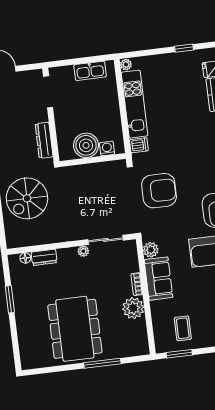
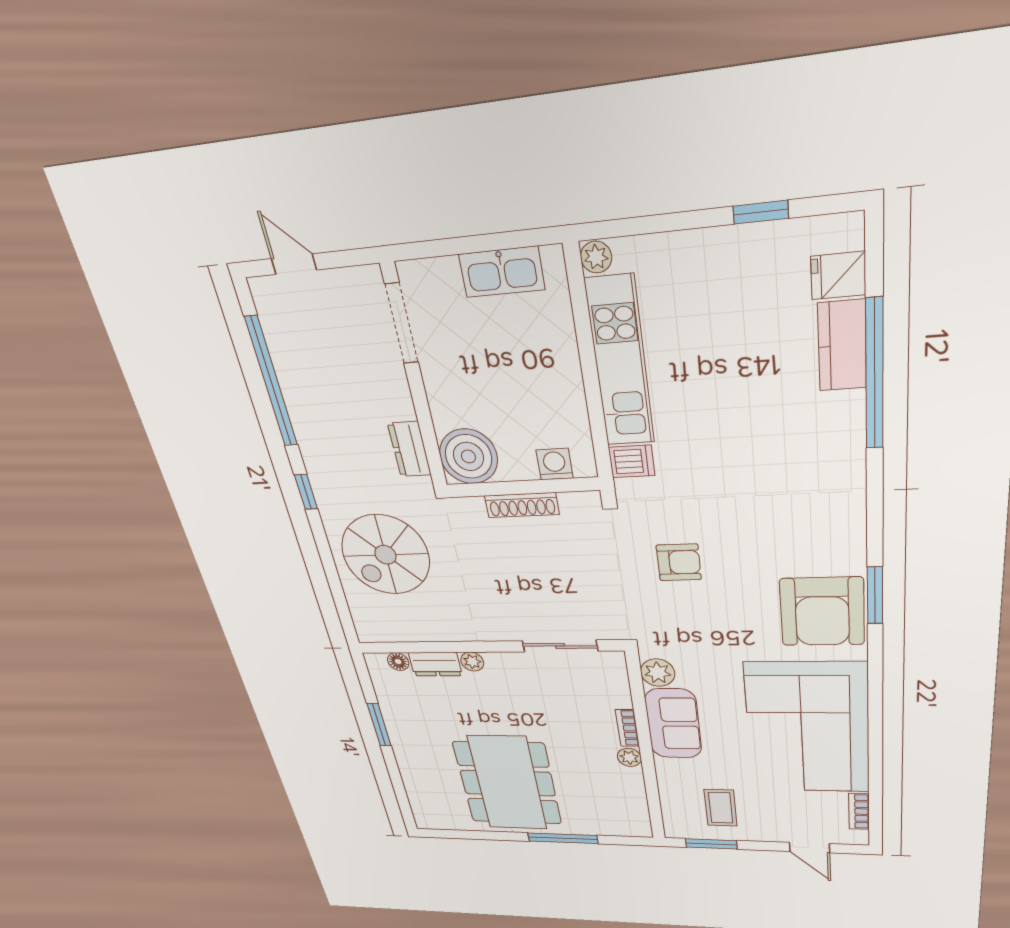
dresser: (44, 140) -> (409, 449), width x0.70
boiler: (86, 145) -> (468, 456), moved
shoe rack: (92, 168) -> (522, 505), added
armchair: (159, 191) -> (679, 562), width x0.53, depth x0.53
plant: (83, 251) -> (472, 662), moved
plant: (133, 308) -> (629, 757), width x0.53, depth x0.53

